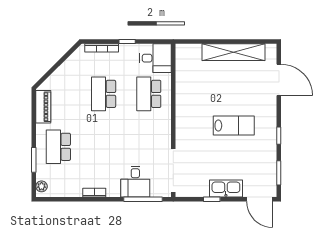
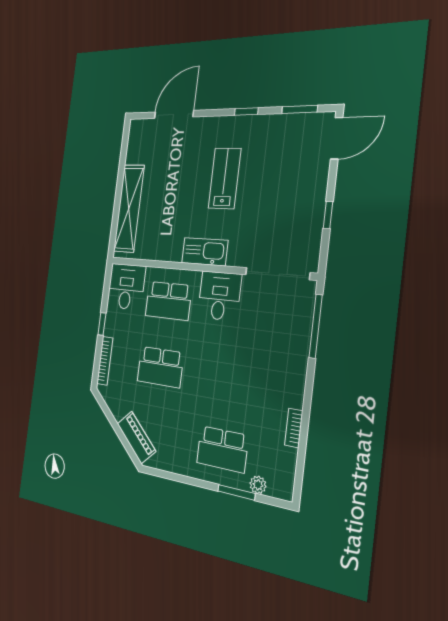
shelving: (234, 52) -> (129, 208), moved
piano: (43, 107) -> (136, 437), moved, turned 45
desk: (135, 182) -> (219, 296), moved, turned -90
plant: (42, 186) -> (258, 485), moved
kitchen sink: (226, 188) -> (205, 252), moved, turned 90
bookcase: (94, 193) -> (294, 428), moved

